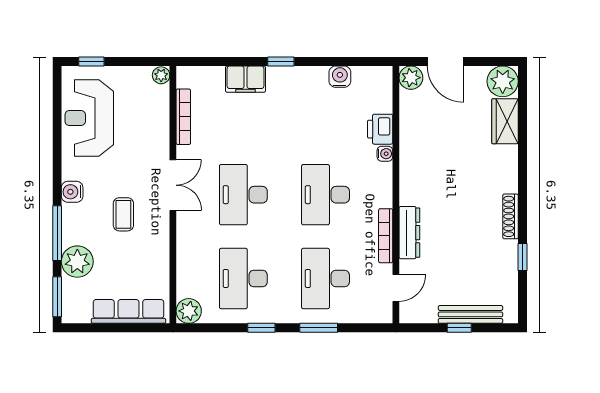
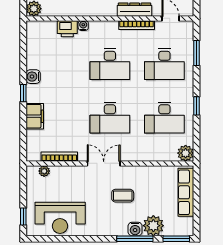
plant: (161, 75) -> (44, 171), moved
water cooler: (340, 77) -> (33, 77), moved
water cooler: (72, 192) -> (135, 229), moved
window: (319, 328) -> (196, 53), moved

